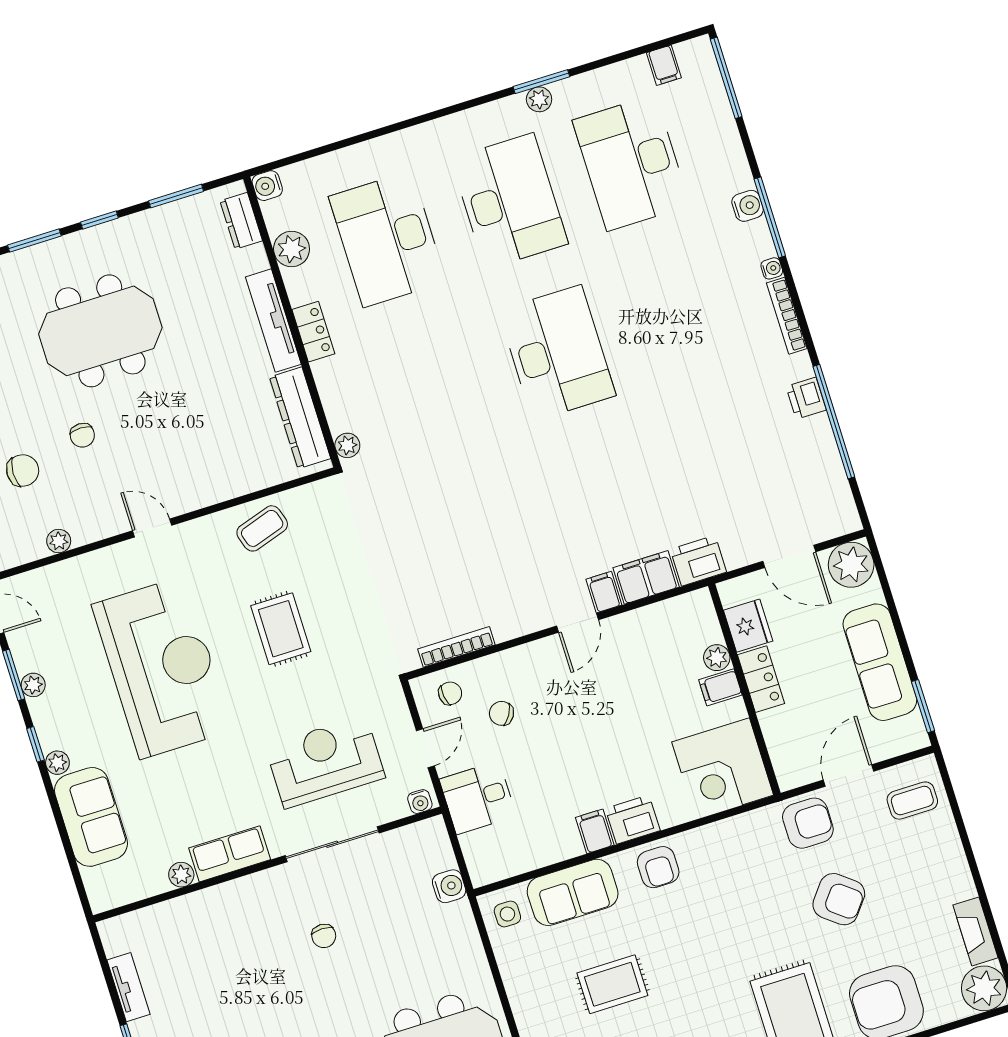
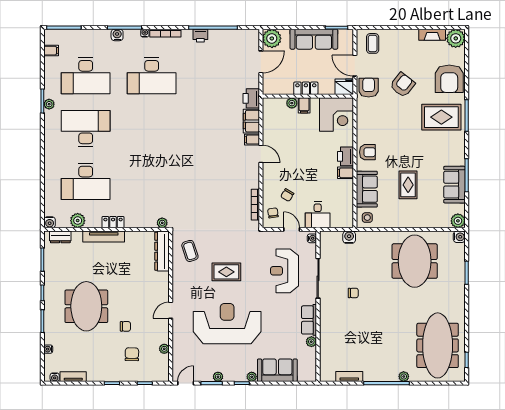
desk: (557, 353) -> (152, 76), moved, turned 180
dresser: (300, 418) -> (162, 251), moved, turned 90
coffee table: (262, 528) -> (190, 251), moved
fridge: (748, 626) -> (344, 87), moved

